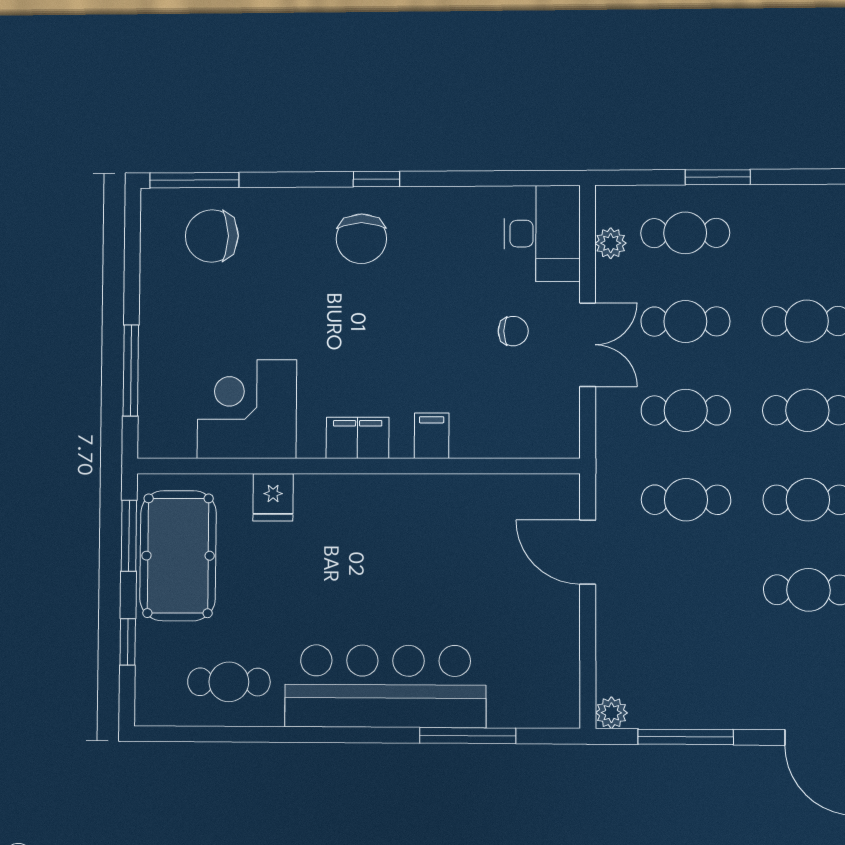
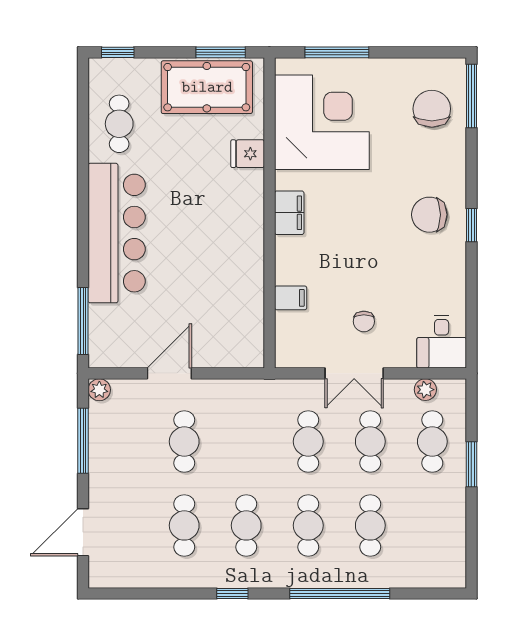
desk: (542, 233) -> (442, 342), width x0.73
corner desk: (247, 409) -> (322, 122), width x1.36, depth x1.36
filing cabinet: (432, 436) -> (291, 298), moved
cafe table: (686, 500) -> (184, 441), moved
door: (588, 552) -> (169, 373), moved
window: (128, 642) -> (118, 52), moved
window: (468, 736) -> (83, 321), moved

